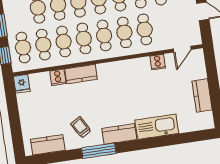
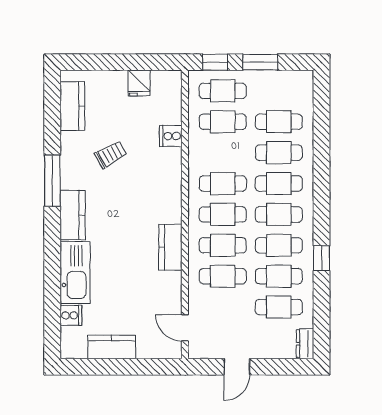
cafe table: (64, 42) -> (223, 153), removed
cooker: (158, 62) -> (71, 315), moved, turned 180
kitchen counter: (81, 74) -> (170, 247), moved
fridge: (22, 84) -> (139, 83), moved, turned -90
trolley: (81, 127) -> (111, 155), moved

